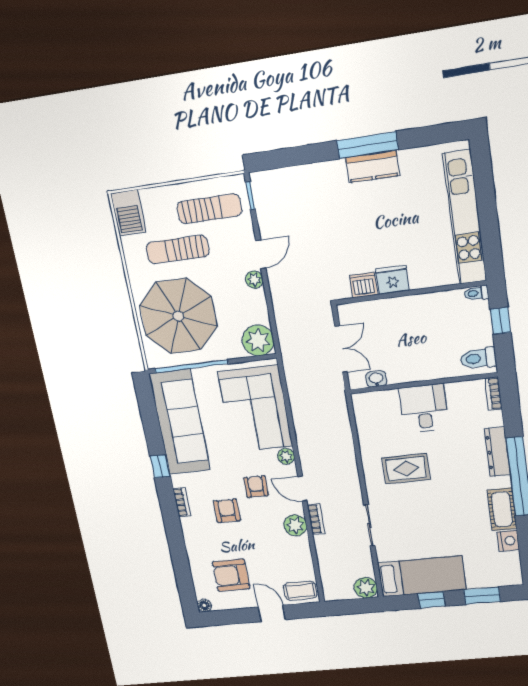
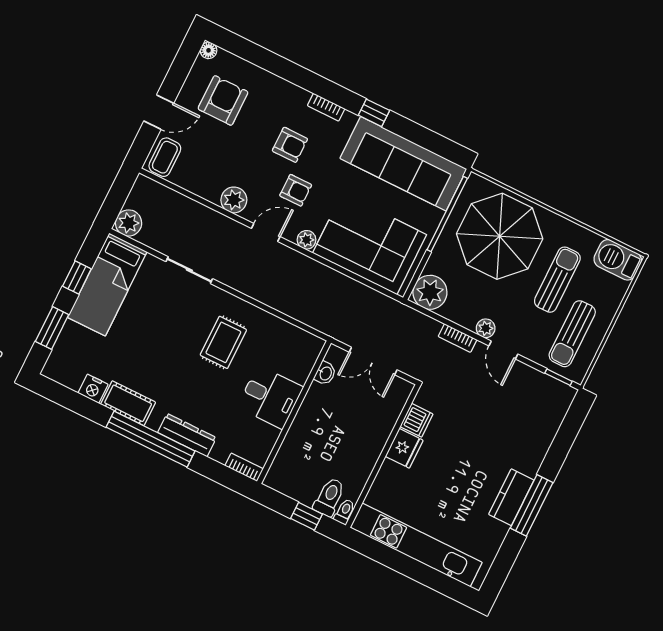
toilet: (478, 358) -> (329, 497), moved
bookcase: (316, 519) -> (458, 338), moved

